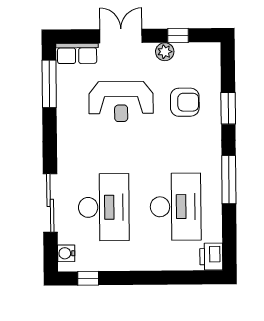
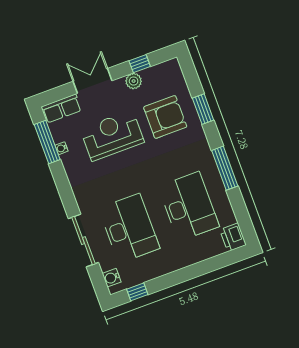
water cooler: (62, 96) -> (62, 148), added
reception desk: (121, 102) -> (112, 135), turned 180
armchair: (185, 102) -> (165, 117), width x1.36, depth x1.36

